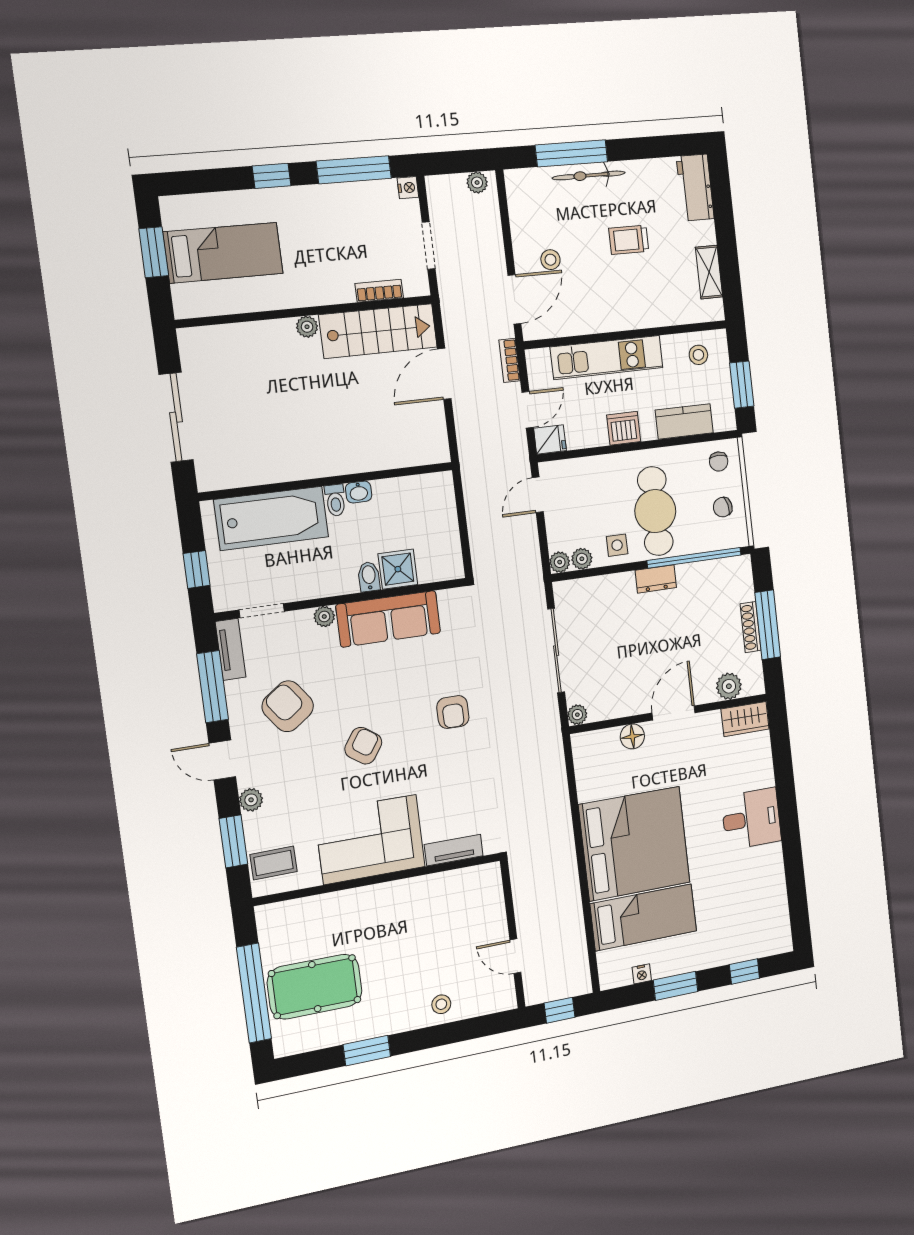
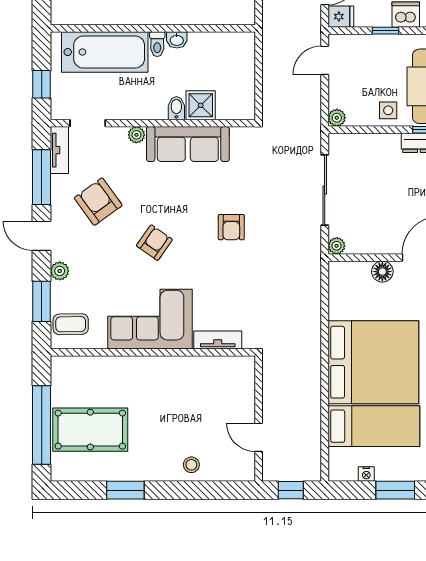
window: (603, 450) -> (385, 31), added
plant: (582, 559) -> (356, 118), removed

